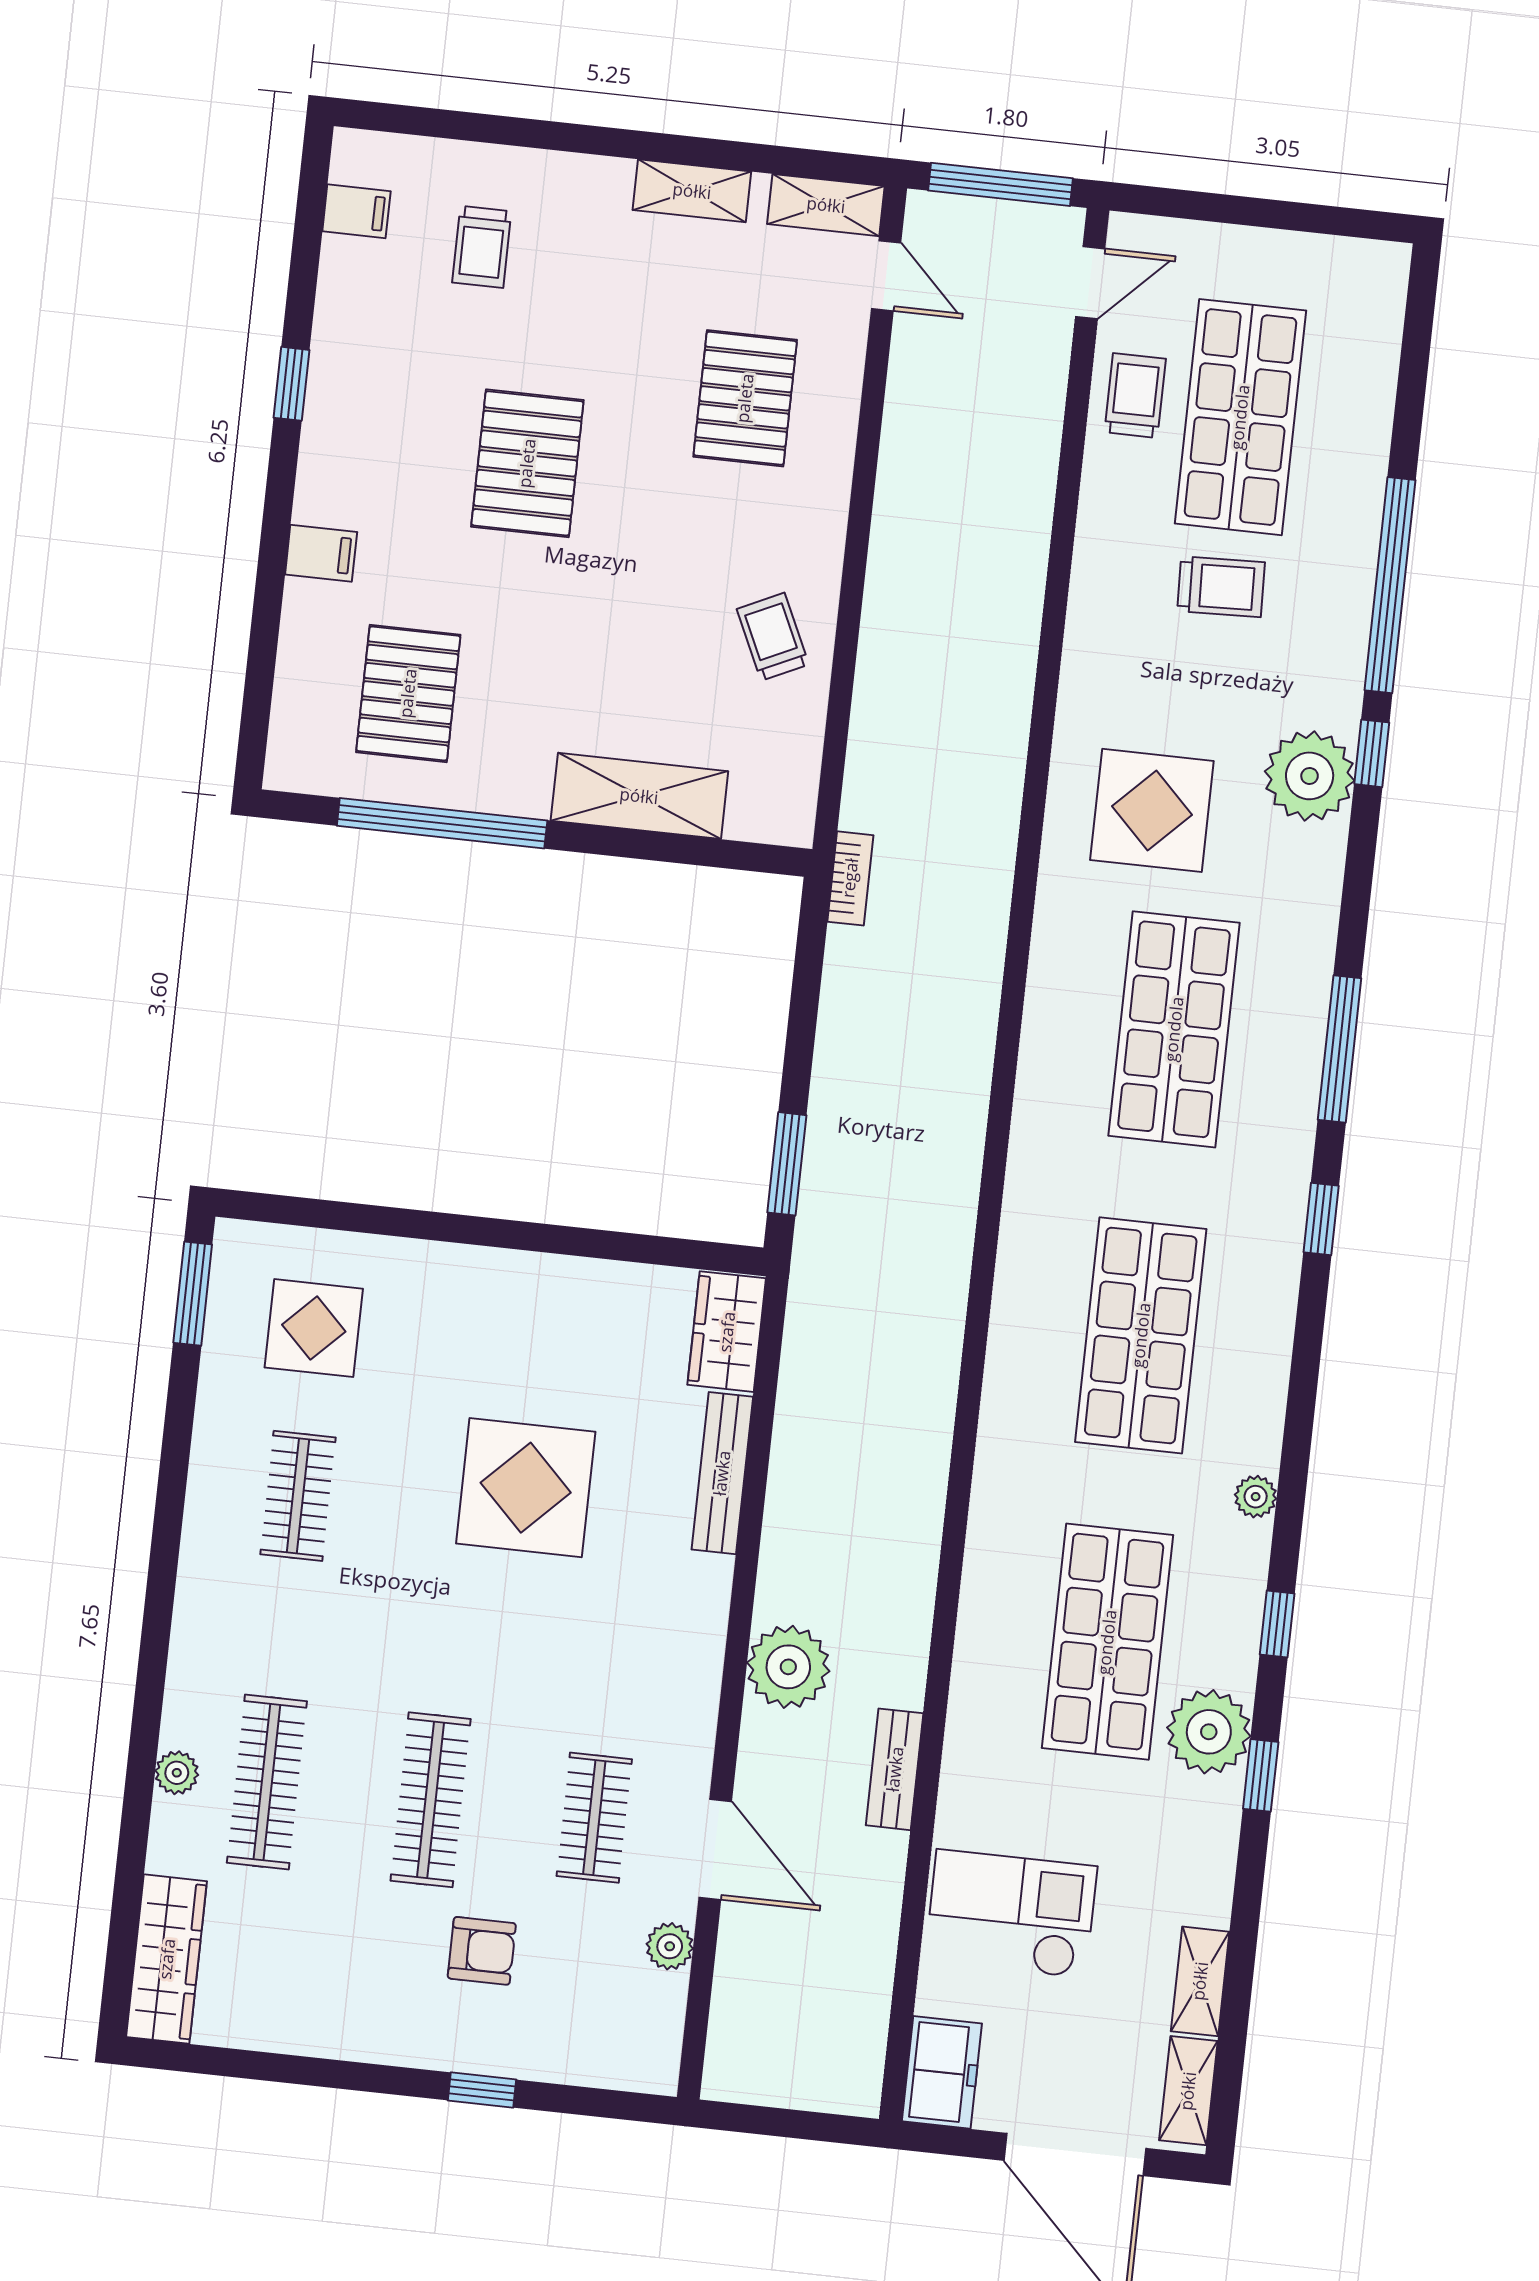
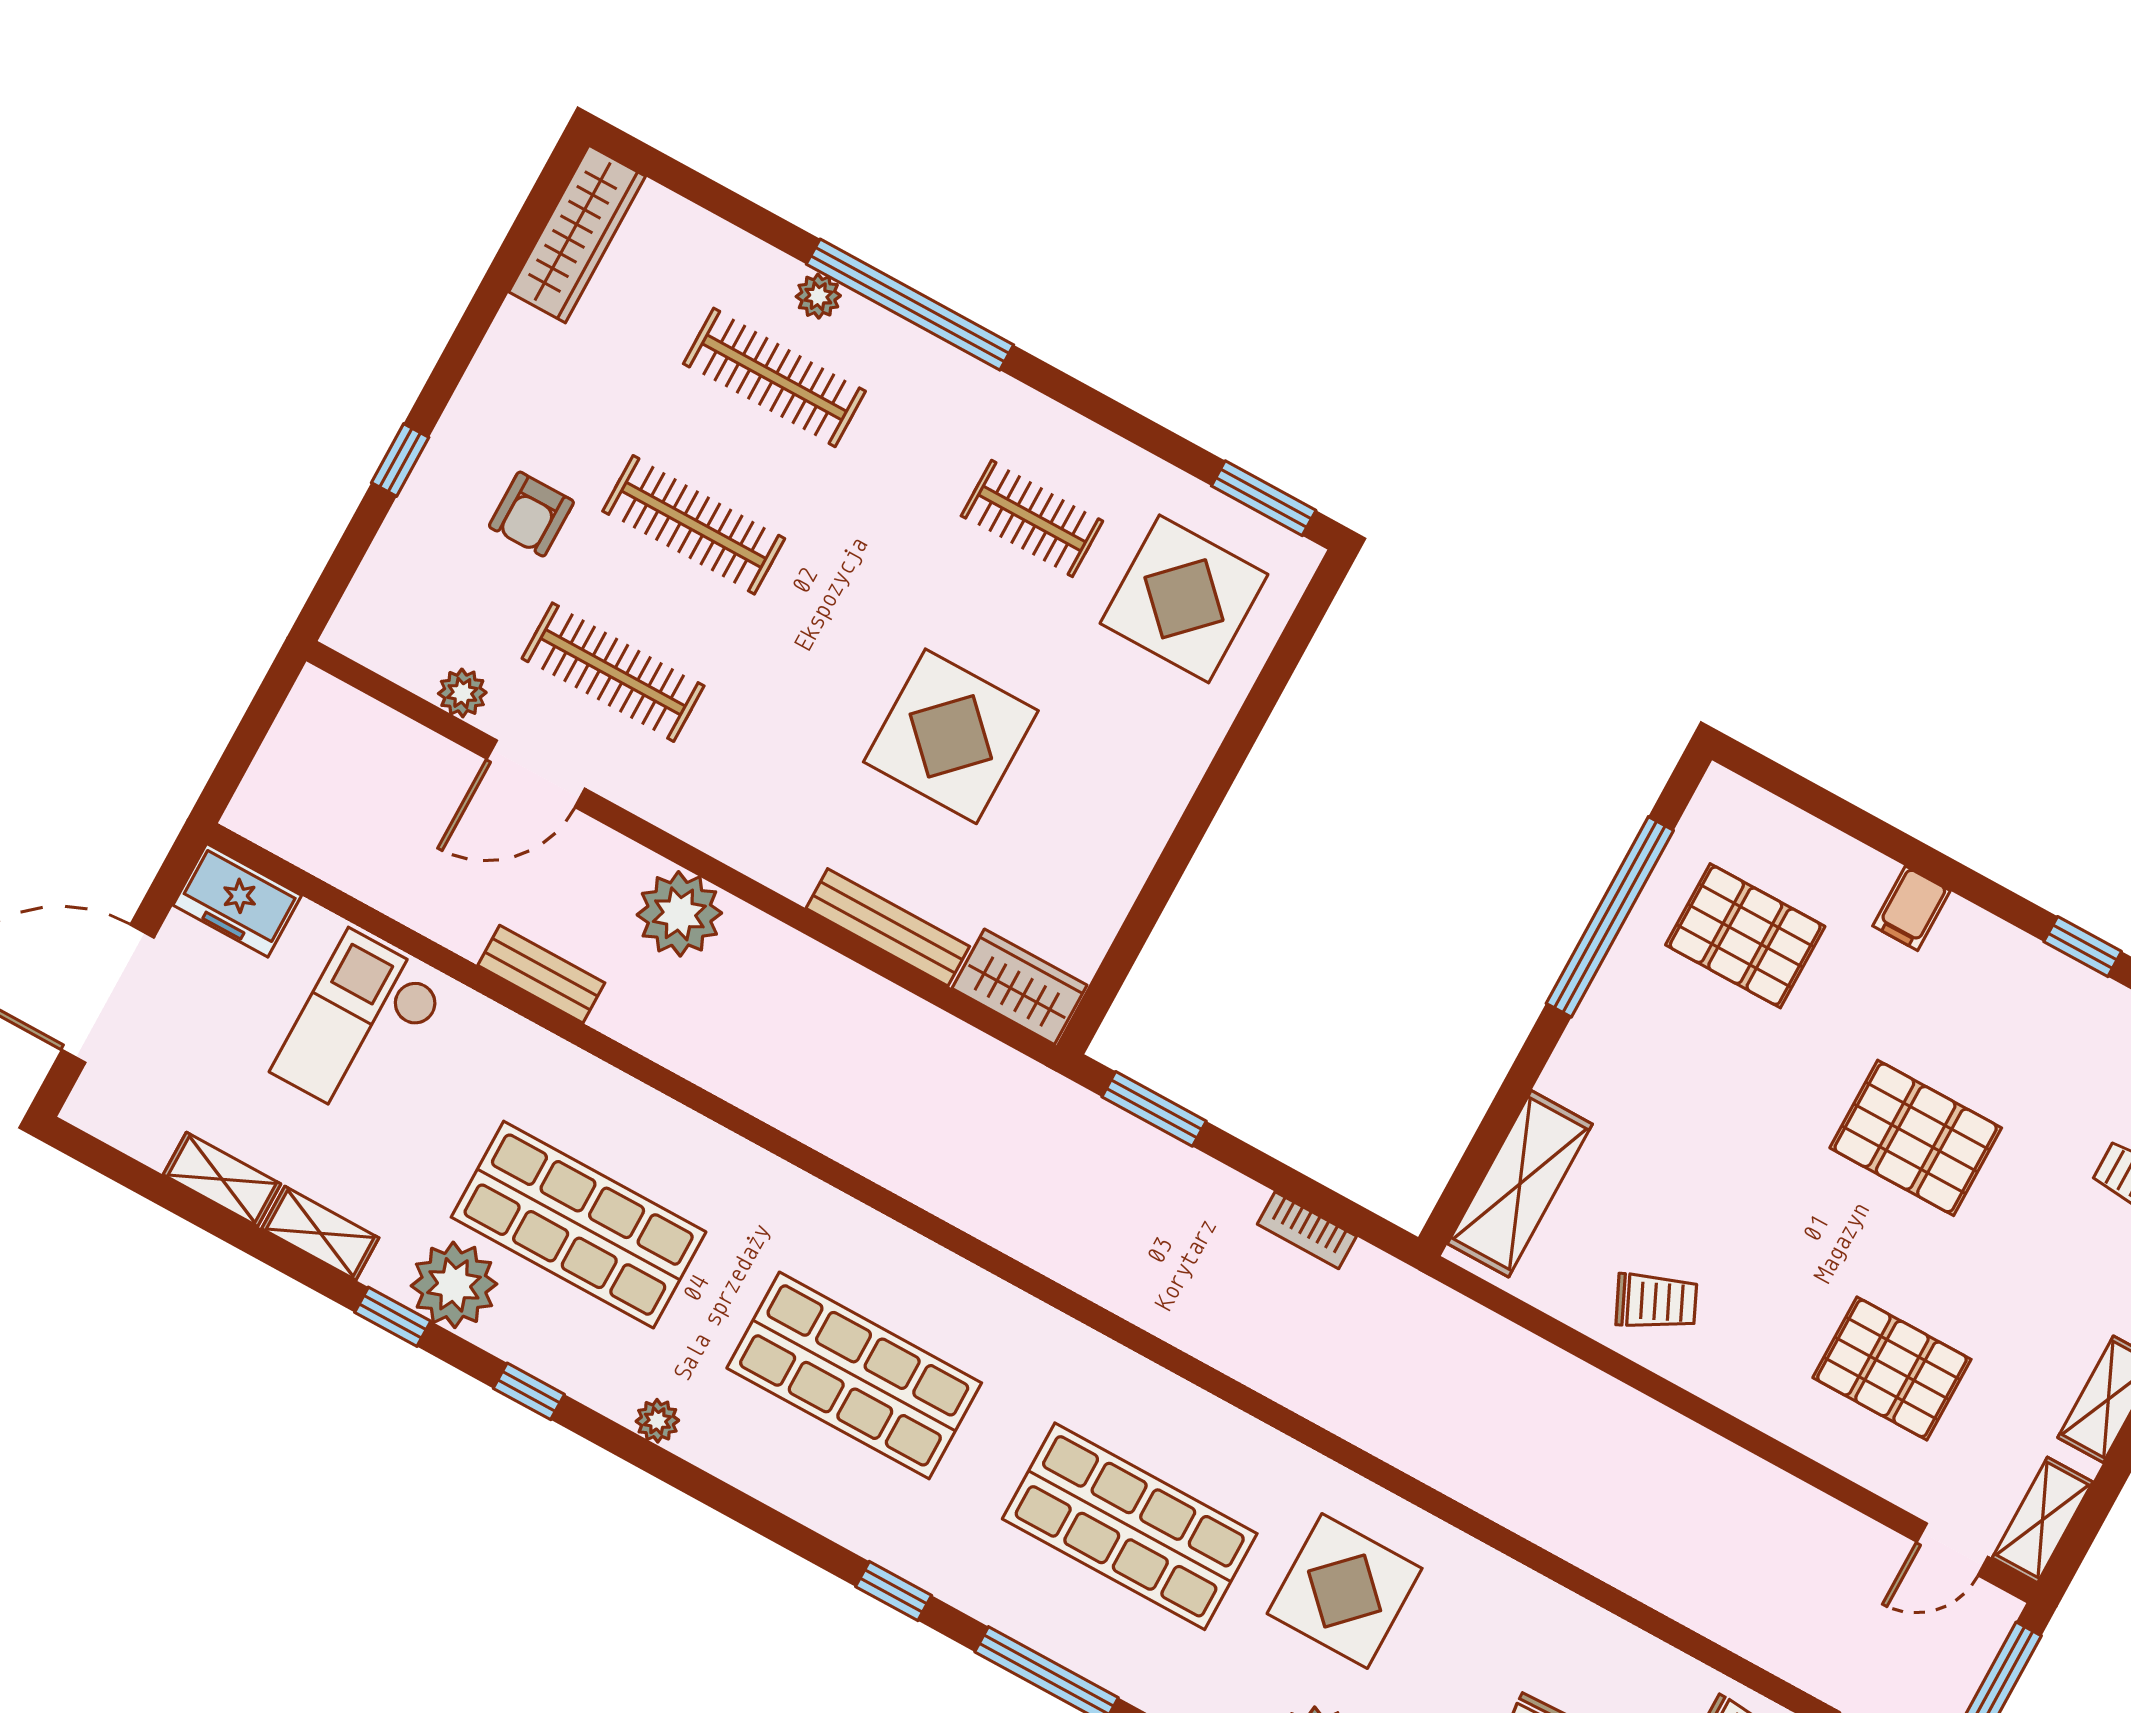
shelving: (639, 796) -> (1520, 1184), moved
bookcase: (850, 878) -> (1307, 1230), moved
display table: (314, 1328) -> (1184, 599), width x1.36, depth x1.36
window: (150, 1687) -> (910, 305), added
clothes rail: (594, 1818) -> (613, 672), width x1.36
checkout: (1011, 1914) -> (360, 1027), turned 180
wardrobe: (167, 1959) -> (577, 234), moved, turned -90
shelving: (1188, 2091) -> (320, 1233), moved

